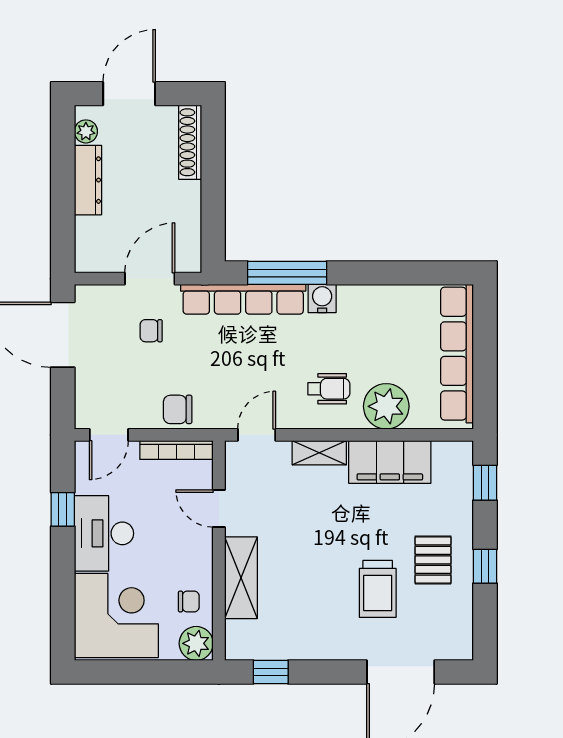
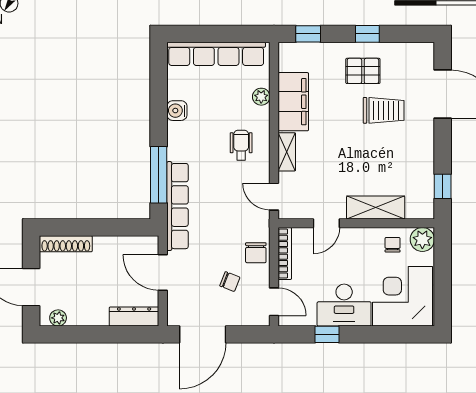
dresser: (88, 180) -> (134, 316), moved
water cooler: (322, 299) -> (177, 111), moved
chair: (151, 331) -> (230, 282), moved, turned -69
plant: (386, 406) -> (261, 97), width x0.53, depth x0.53

